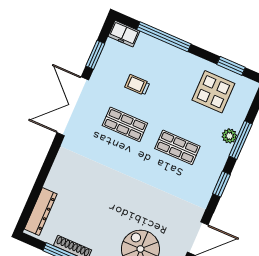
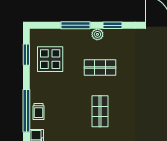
trolley: (137, 85) -> (39, 112), moved
plant: (229, 136) -> (97, 34), moved
shop shelf: (177, 147) -> (100, 67), turned 90

